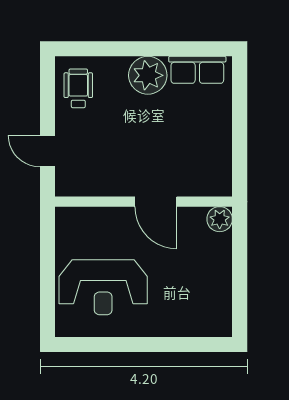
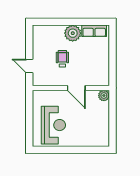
wheelchair: (78, 88) -> (62, 59), moved
reception desk: (103, 287) -> (53, 125), turned -90

